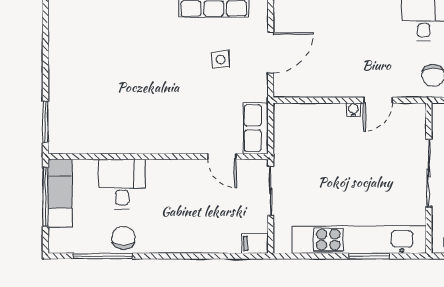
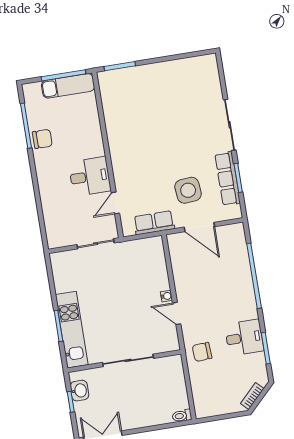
side table: (221, 60) -> (188, 190), width x1.87, depth x1.87
row of seats: (256, 128) -> (154, 223), moved
desk: (122, 184) -> (90, 176), moved
kitchen unit: (359, 240) -> (72, 330), width x0.73
filing cabinet: (255, 244) -> (54, 238), removed

